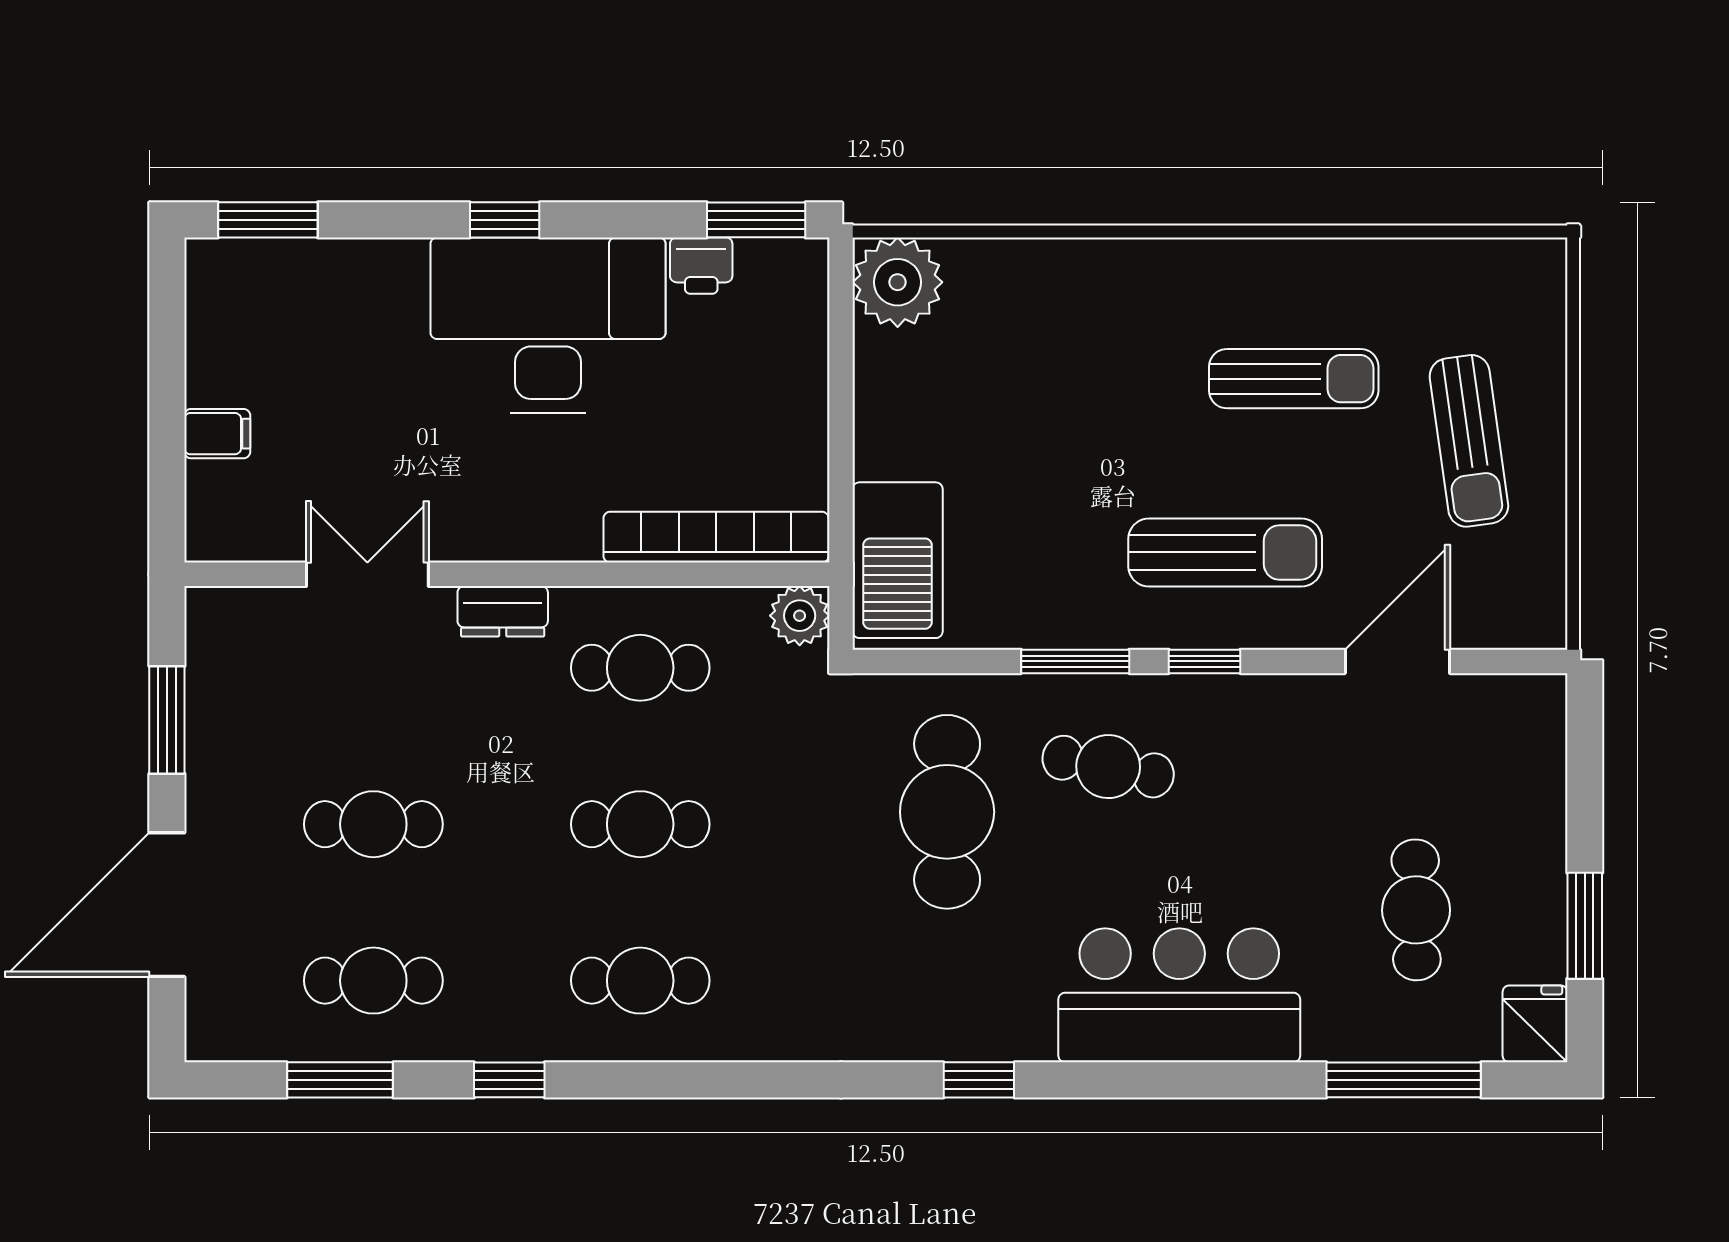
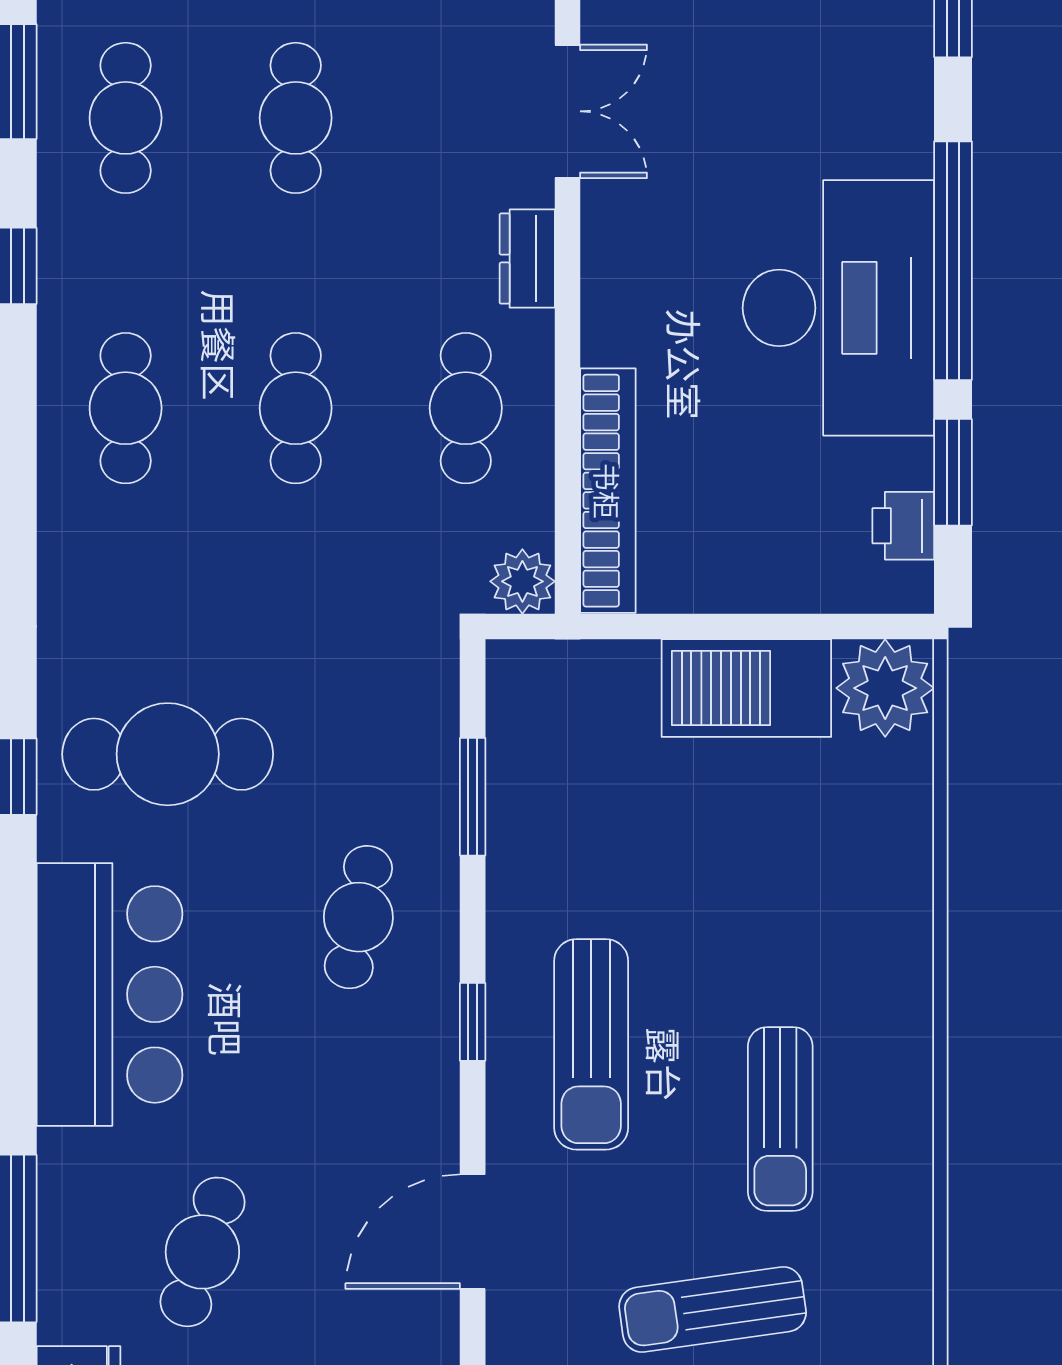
window: (505, 220) -> (953, 261), width x3.17
window: (756, 220) -> (953, 472), moved
printer: (701, 266) -> (903, 526), moved
barbecue: (898, 560) -> (746, 688), moved
window: (1075, 661) -> (473, 797), moved
door: (1397, 661) -> (473, 1232), swing flipped
cafe table: (947, 812) -> (168, 754), moved
cafe table: (1416, 910) -> (202, 1252), turned -71

